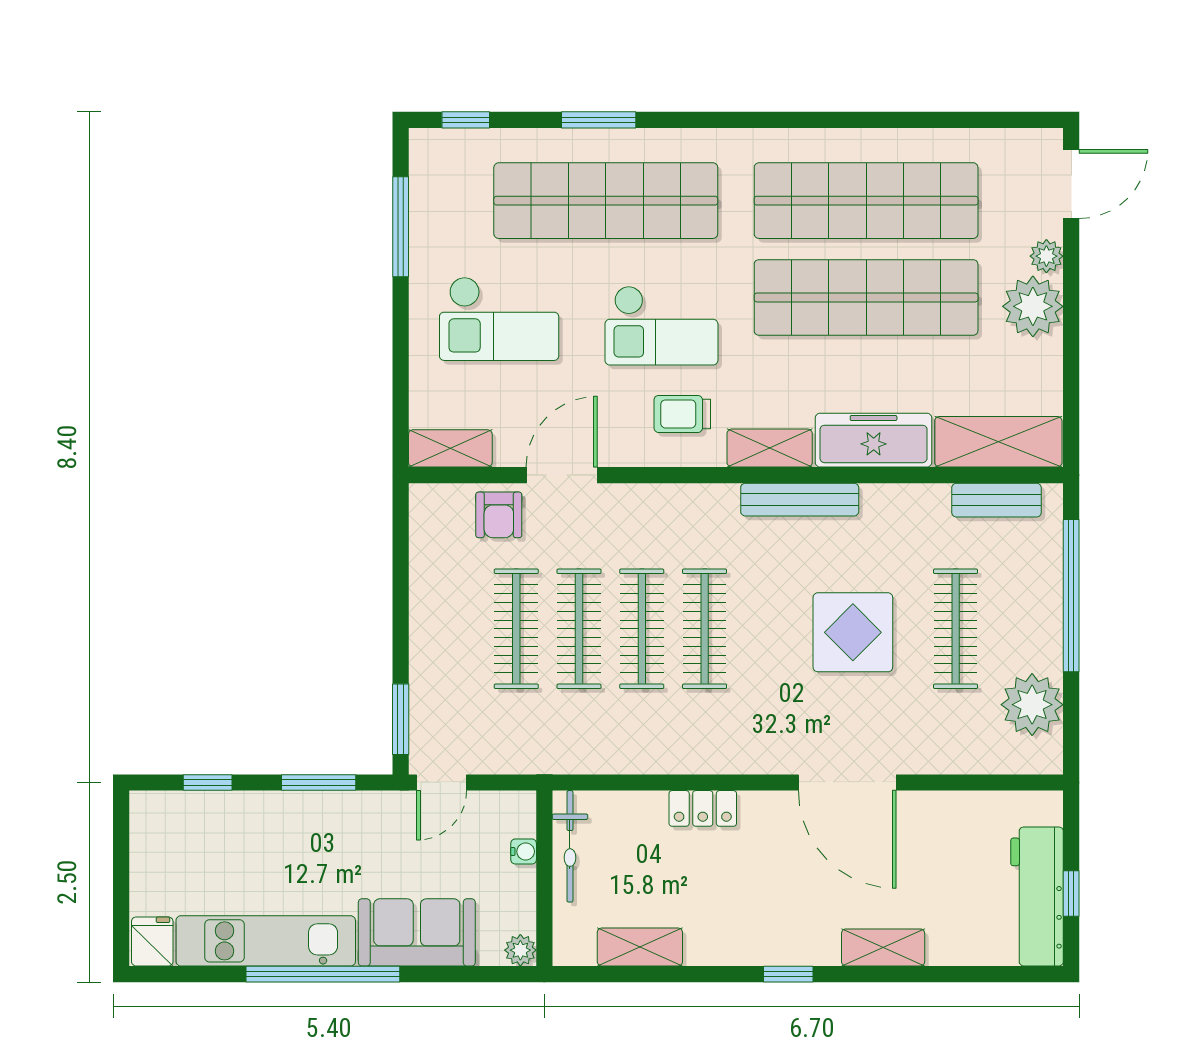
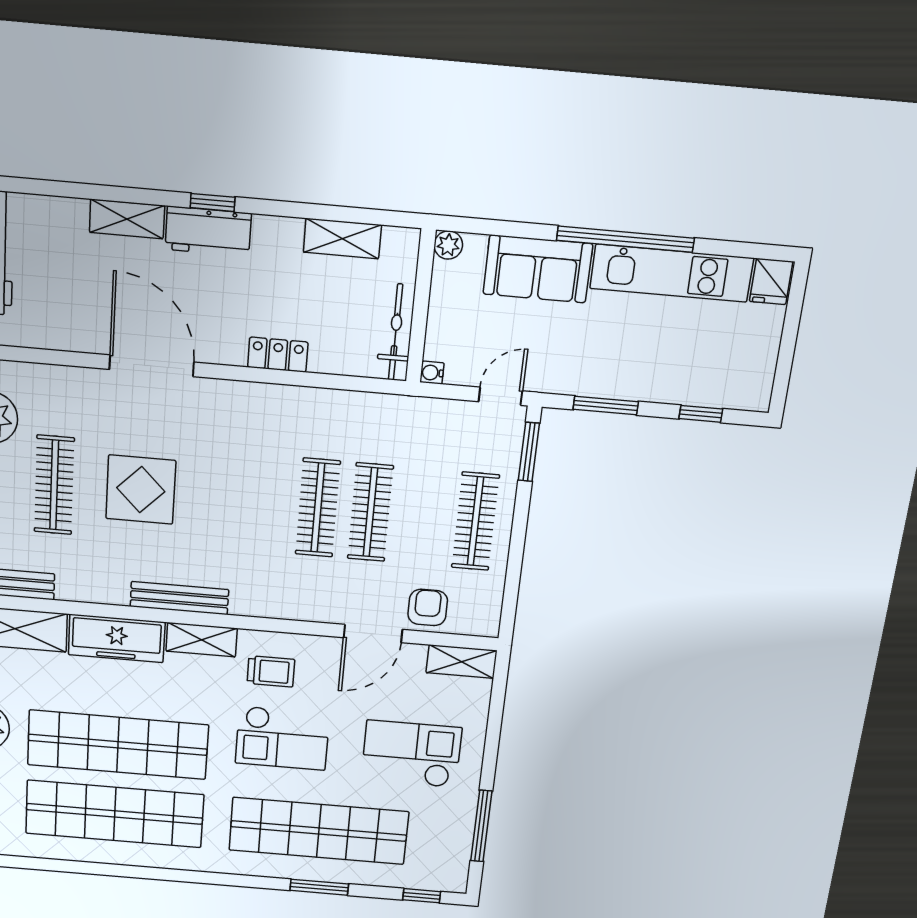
checkout: (661, 326) -> (282, 738), turned 180
clothes rail: (516, 629) -> (475, 521), moved
clothes rail: (705, 629) -> (265, 503), removed
water cooler: (524, 851) -> (432, 373), moved
workbench: (791, 942) -> (208, 231), added

